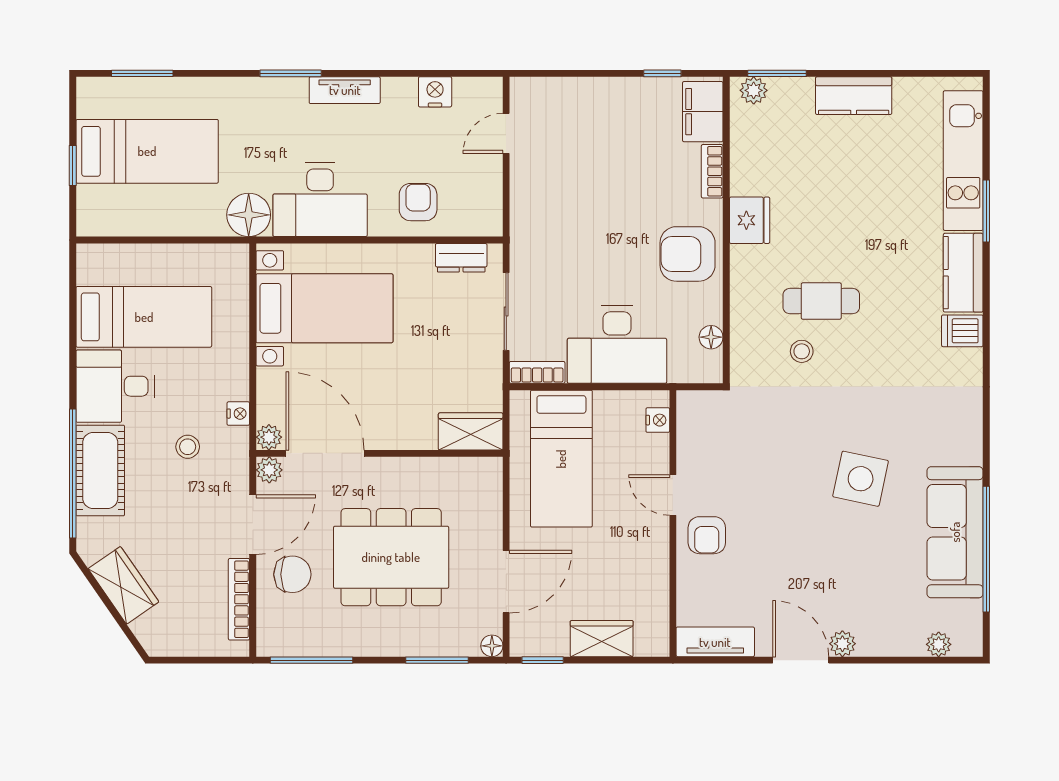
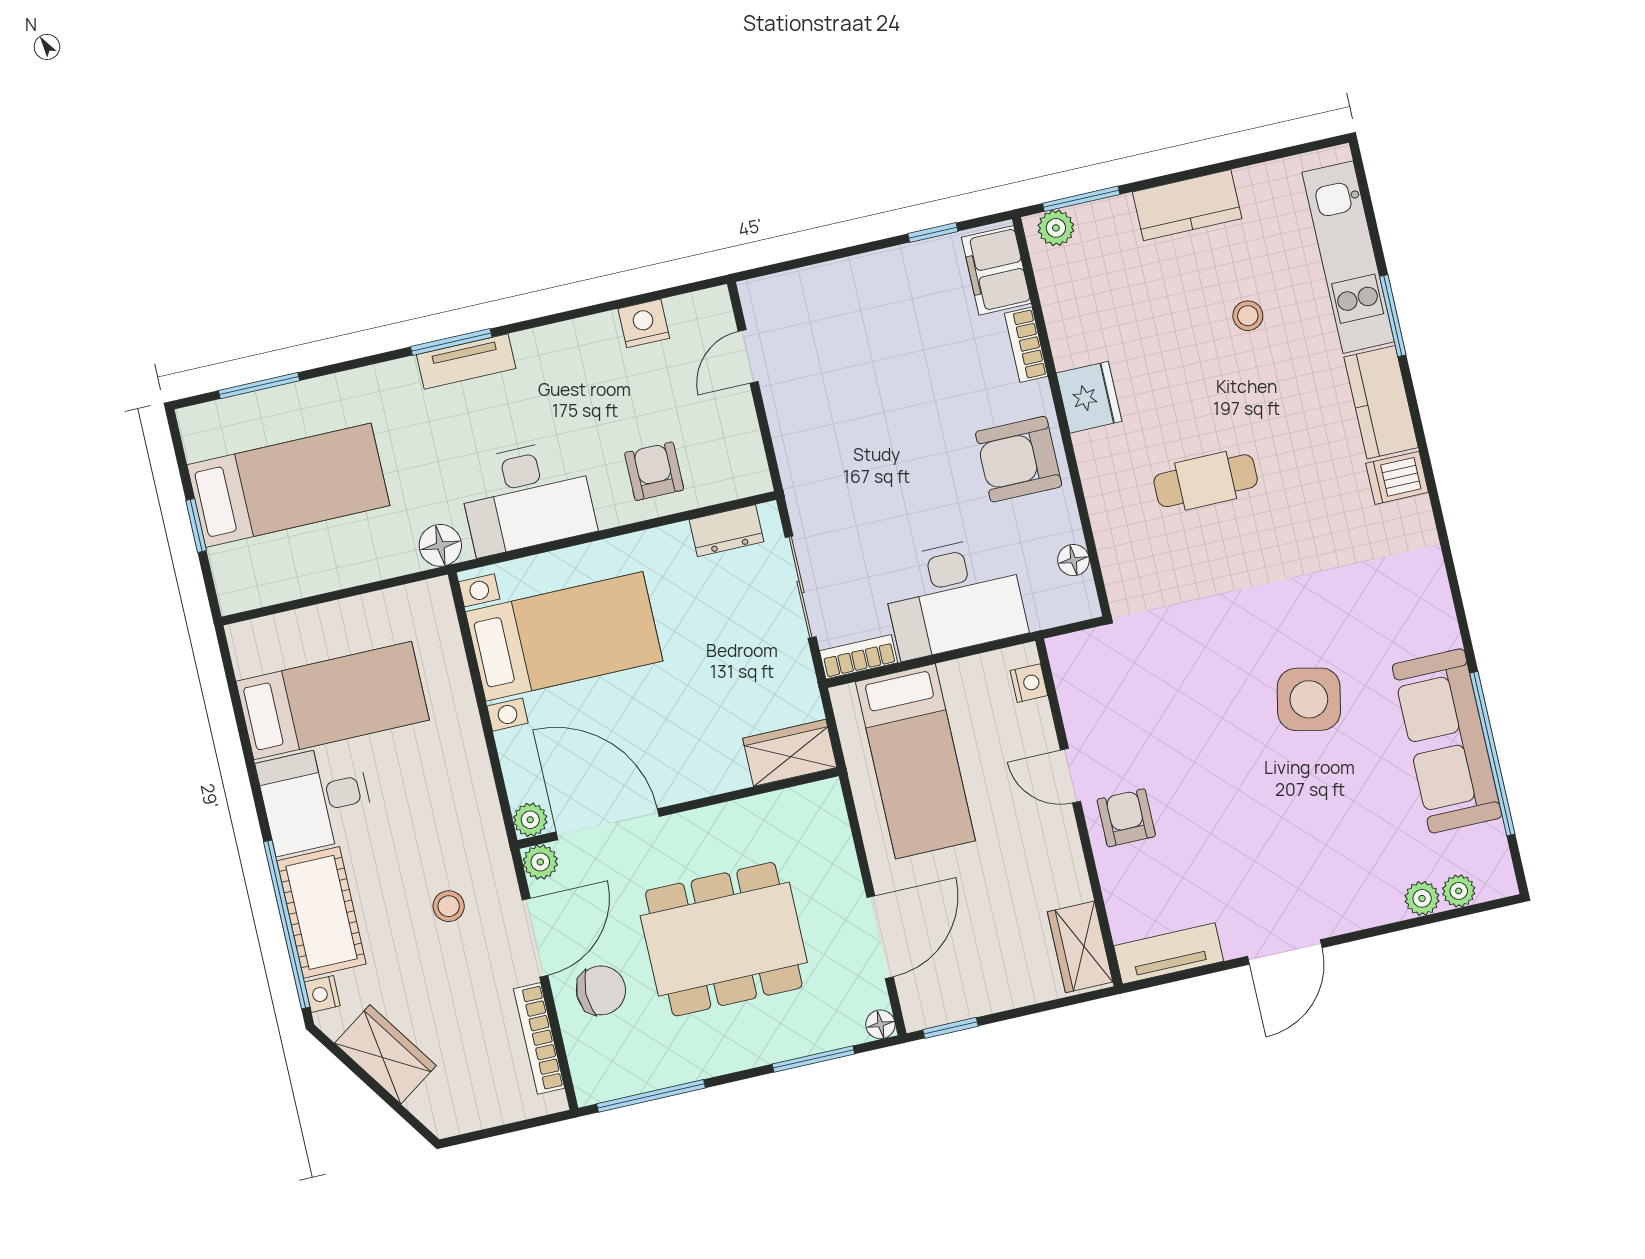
tv unit: (345, 90) -> (466, 362), moved
floor lamp: (249, 215) -> (440, 545), width x0.73, depth x0.73
stool: (802, 351) -> (1248, 316), moved
nightstand: (238, 414) -> (322, 994), moved, turned 180
stool: (188, 447) -> (449, 906), moved
armchair: (707, 535) -> (1126, 818), turned 180
wardrobe: (602, 639) -> (1080, 947), moved, turned -90
plant: (842, 644) -> (1422, 898), moved
door: (801, 660) -> (1285, 952), swing flipped

